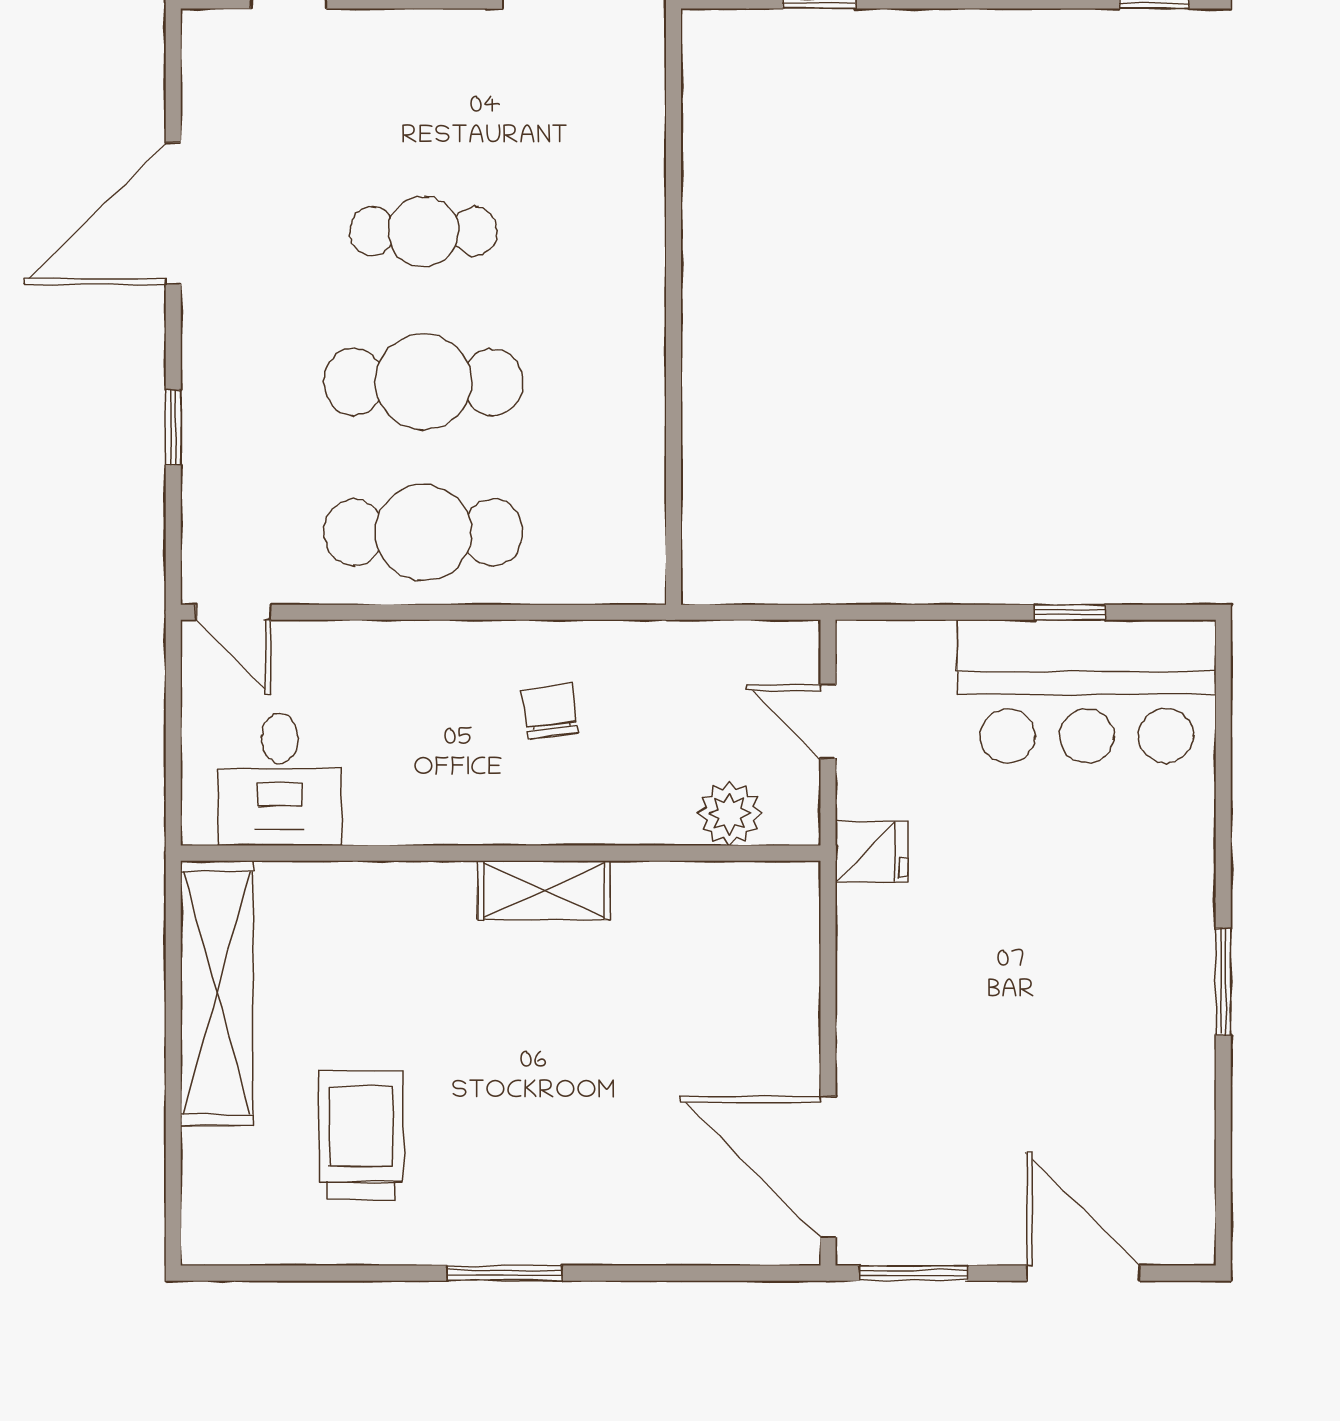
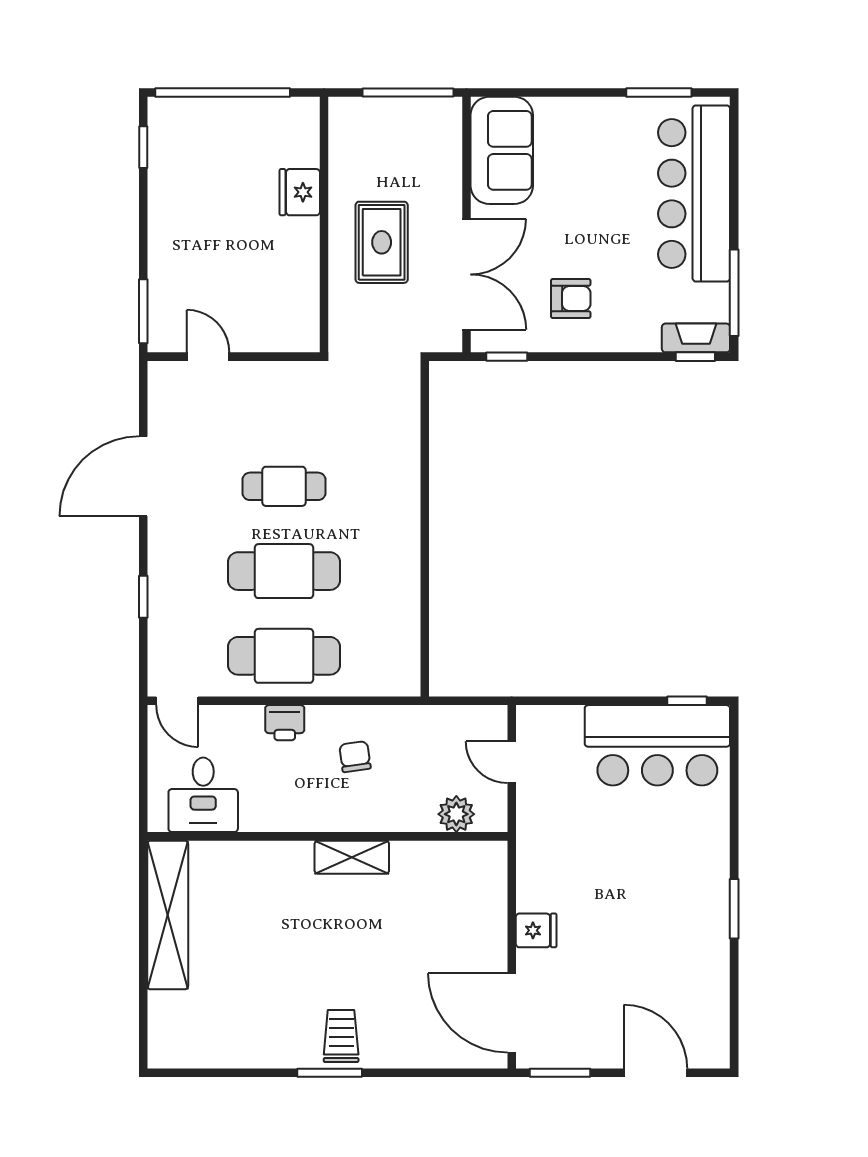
window: (1070, 612) -> (687, 701), moved
printer: (425, 651) -> (285, 723), added
fridge: (871, 852) -> (536, 930), moved
trolley: (361, 1135) -> (341, 1036), moved, width x0.73, depth x0.72

